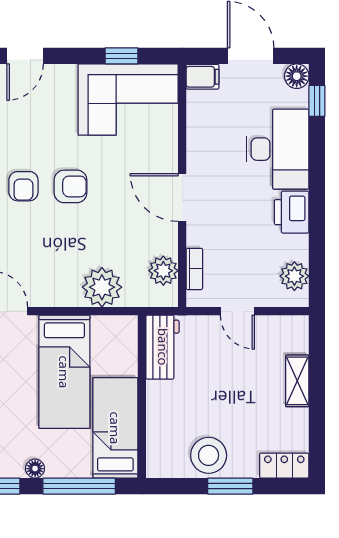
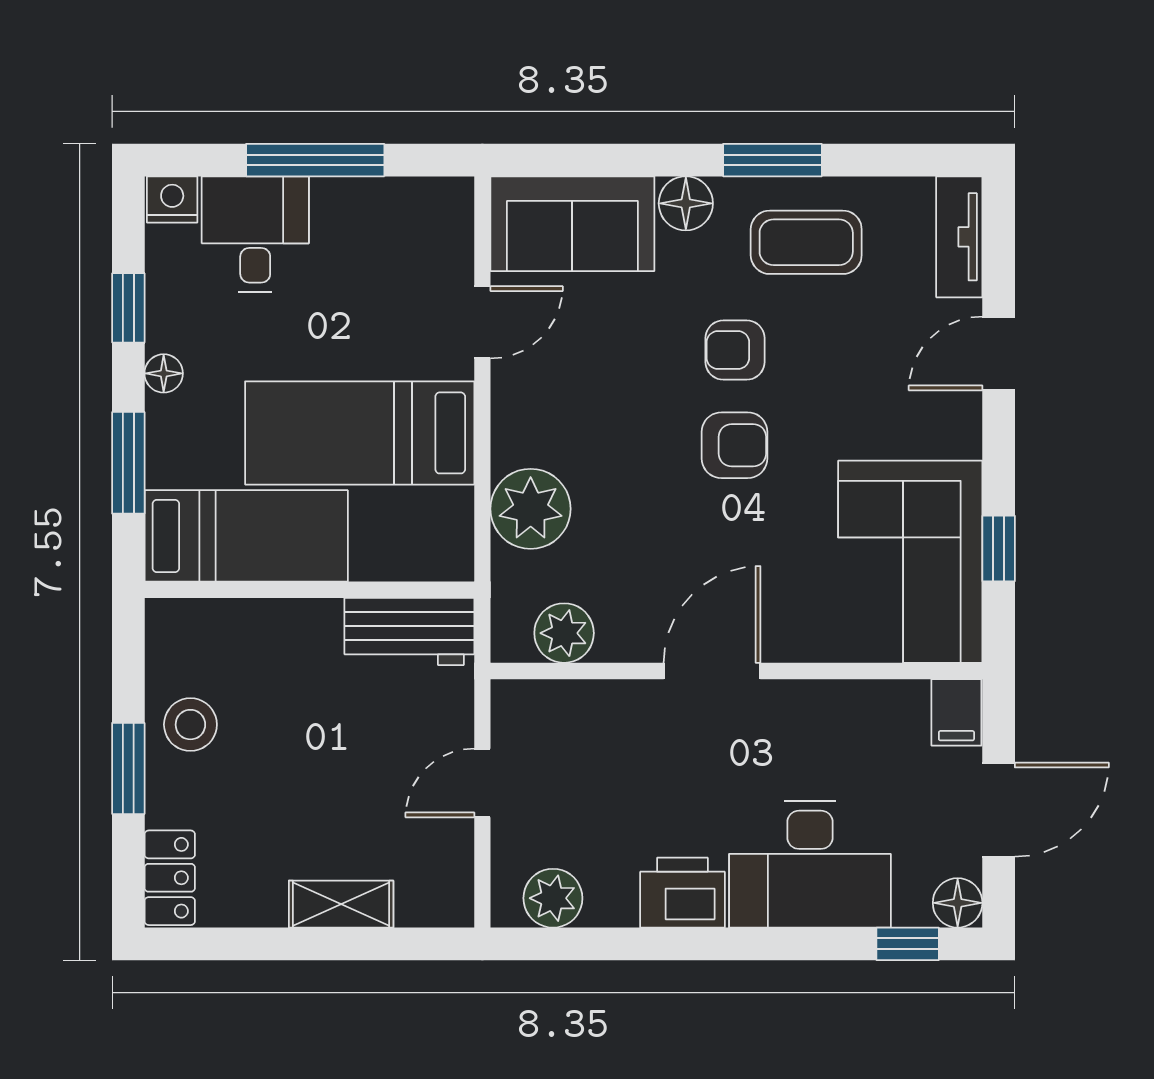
door: (25, 56) -> (999, 353), hinge flipped
armchair: (71, 186) -> (735, 445), turned -90
bookcase: (194, 269) -> (568, 696), removed
stool: (209, 455) -> (190, 725), width x0.73, depth x0.73
window: (79, 486) -> (128, 463), width x0.69

